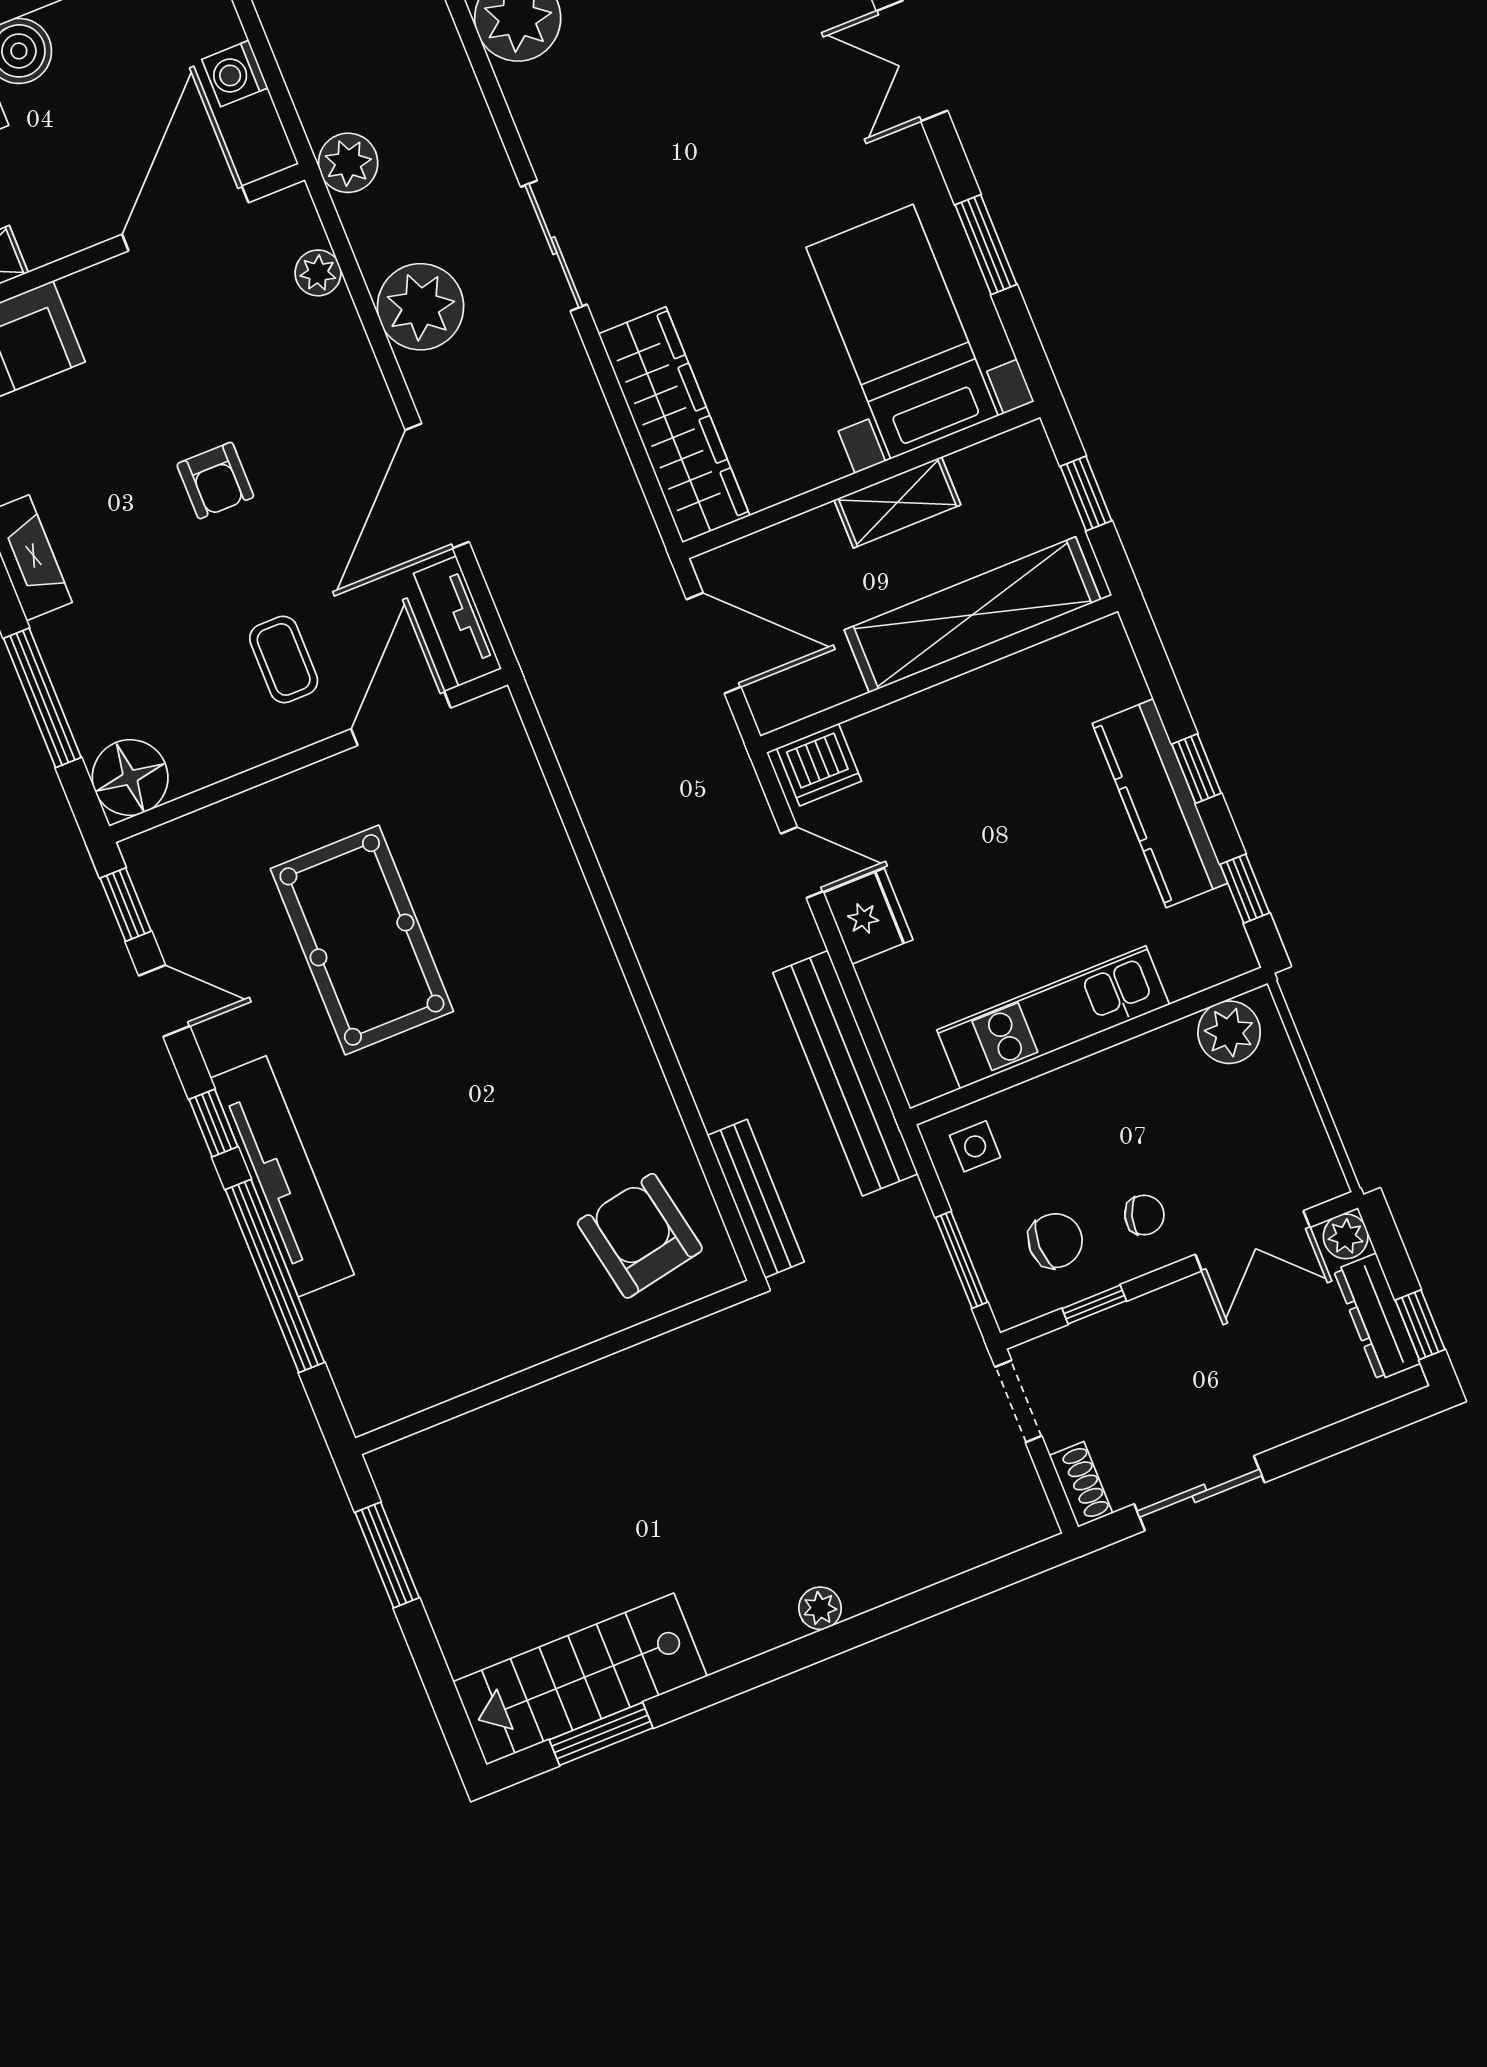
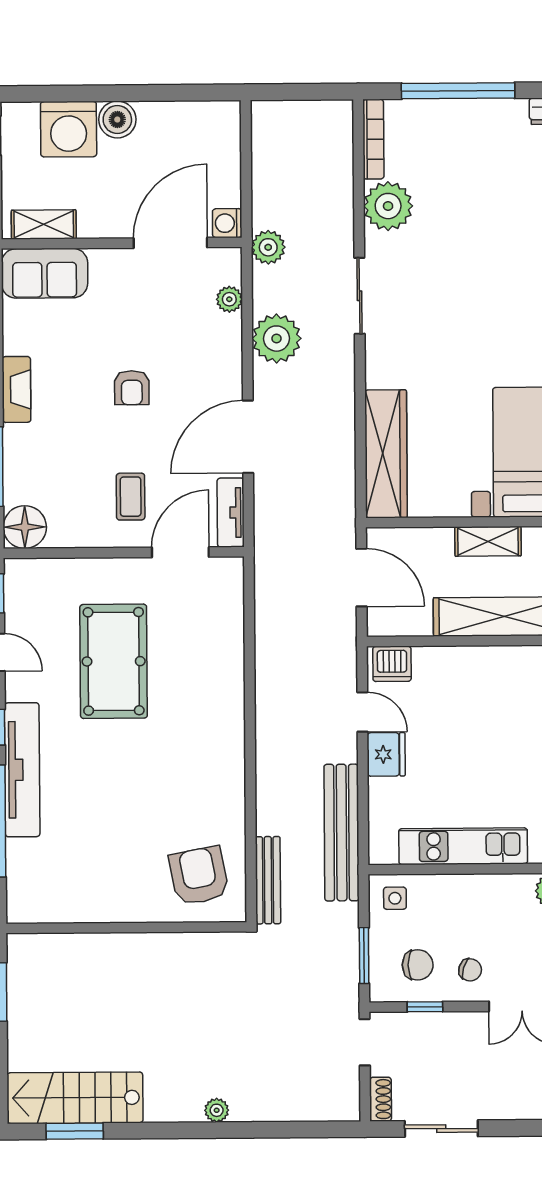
washing machine: (235, 74) -> (227, 223), moved
sliding door: (554, 246) -> (360, 296), moved

